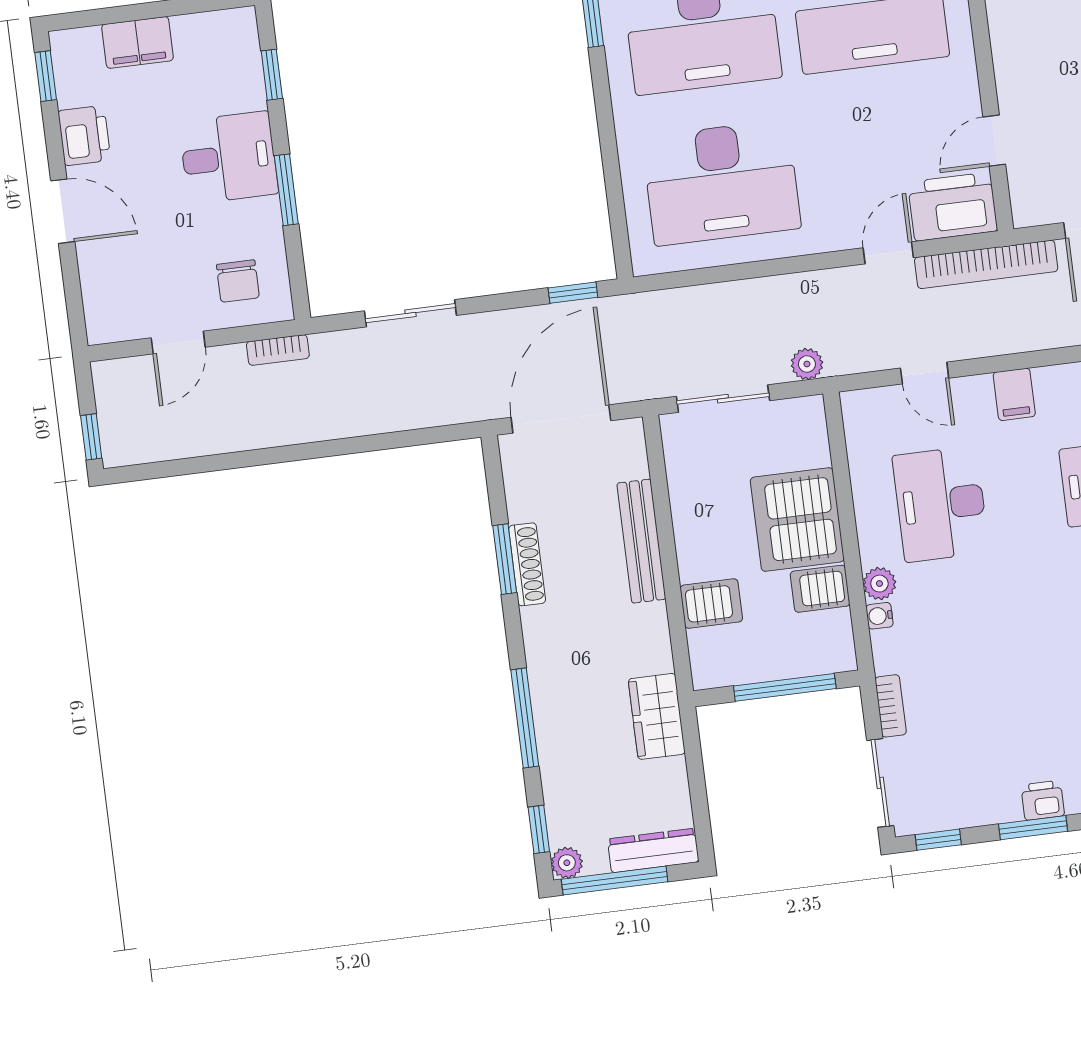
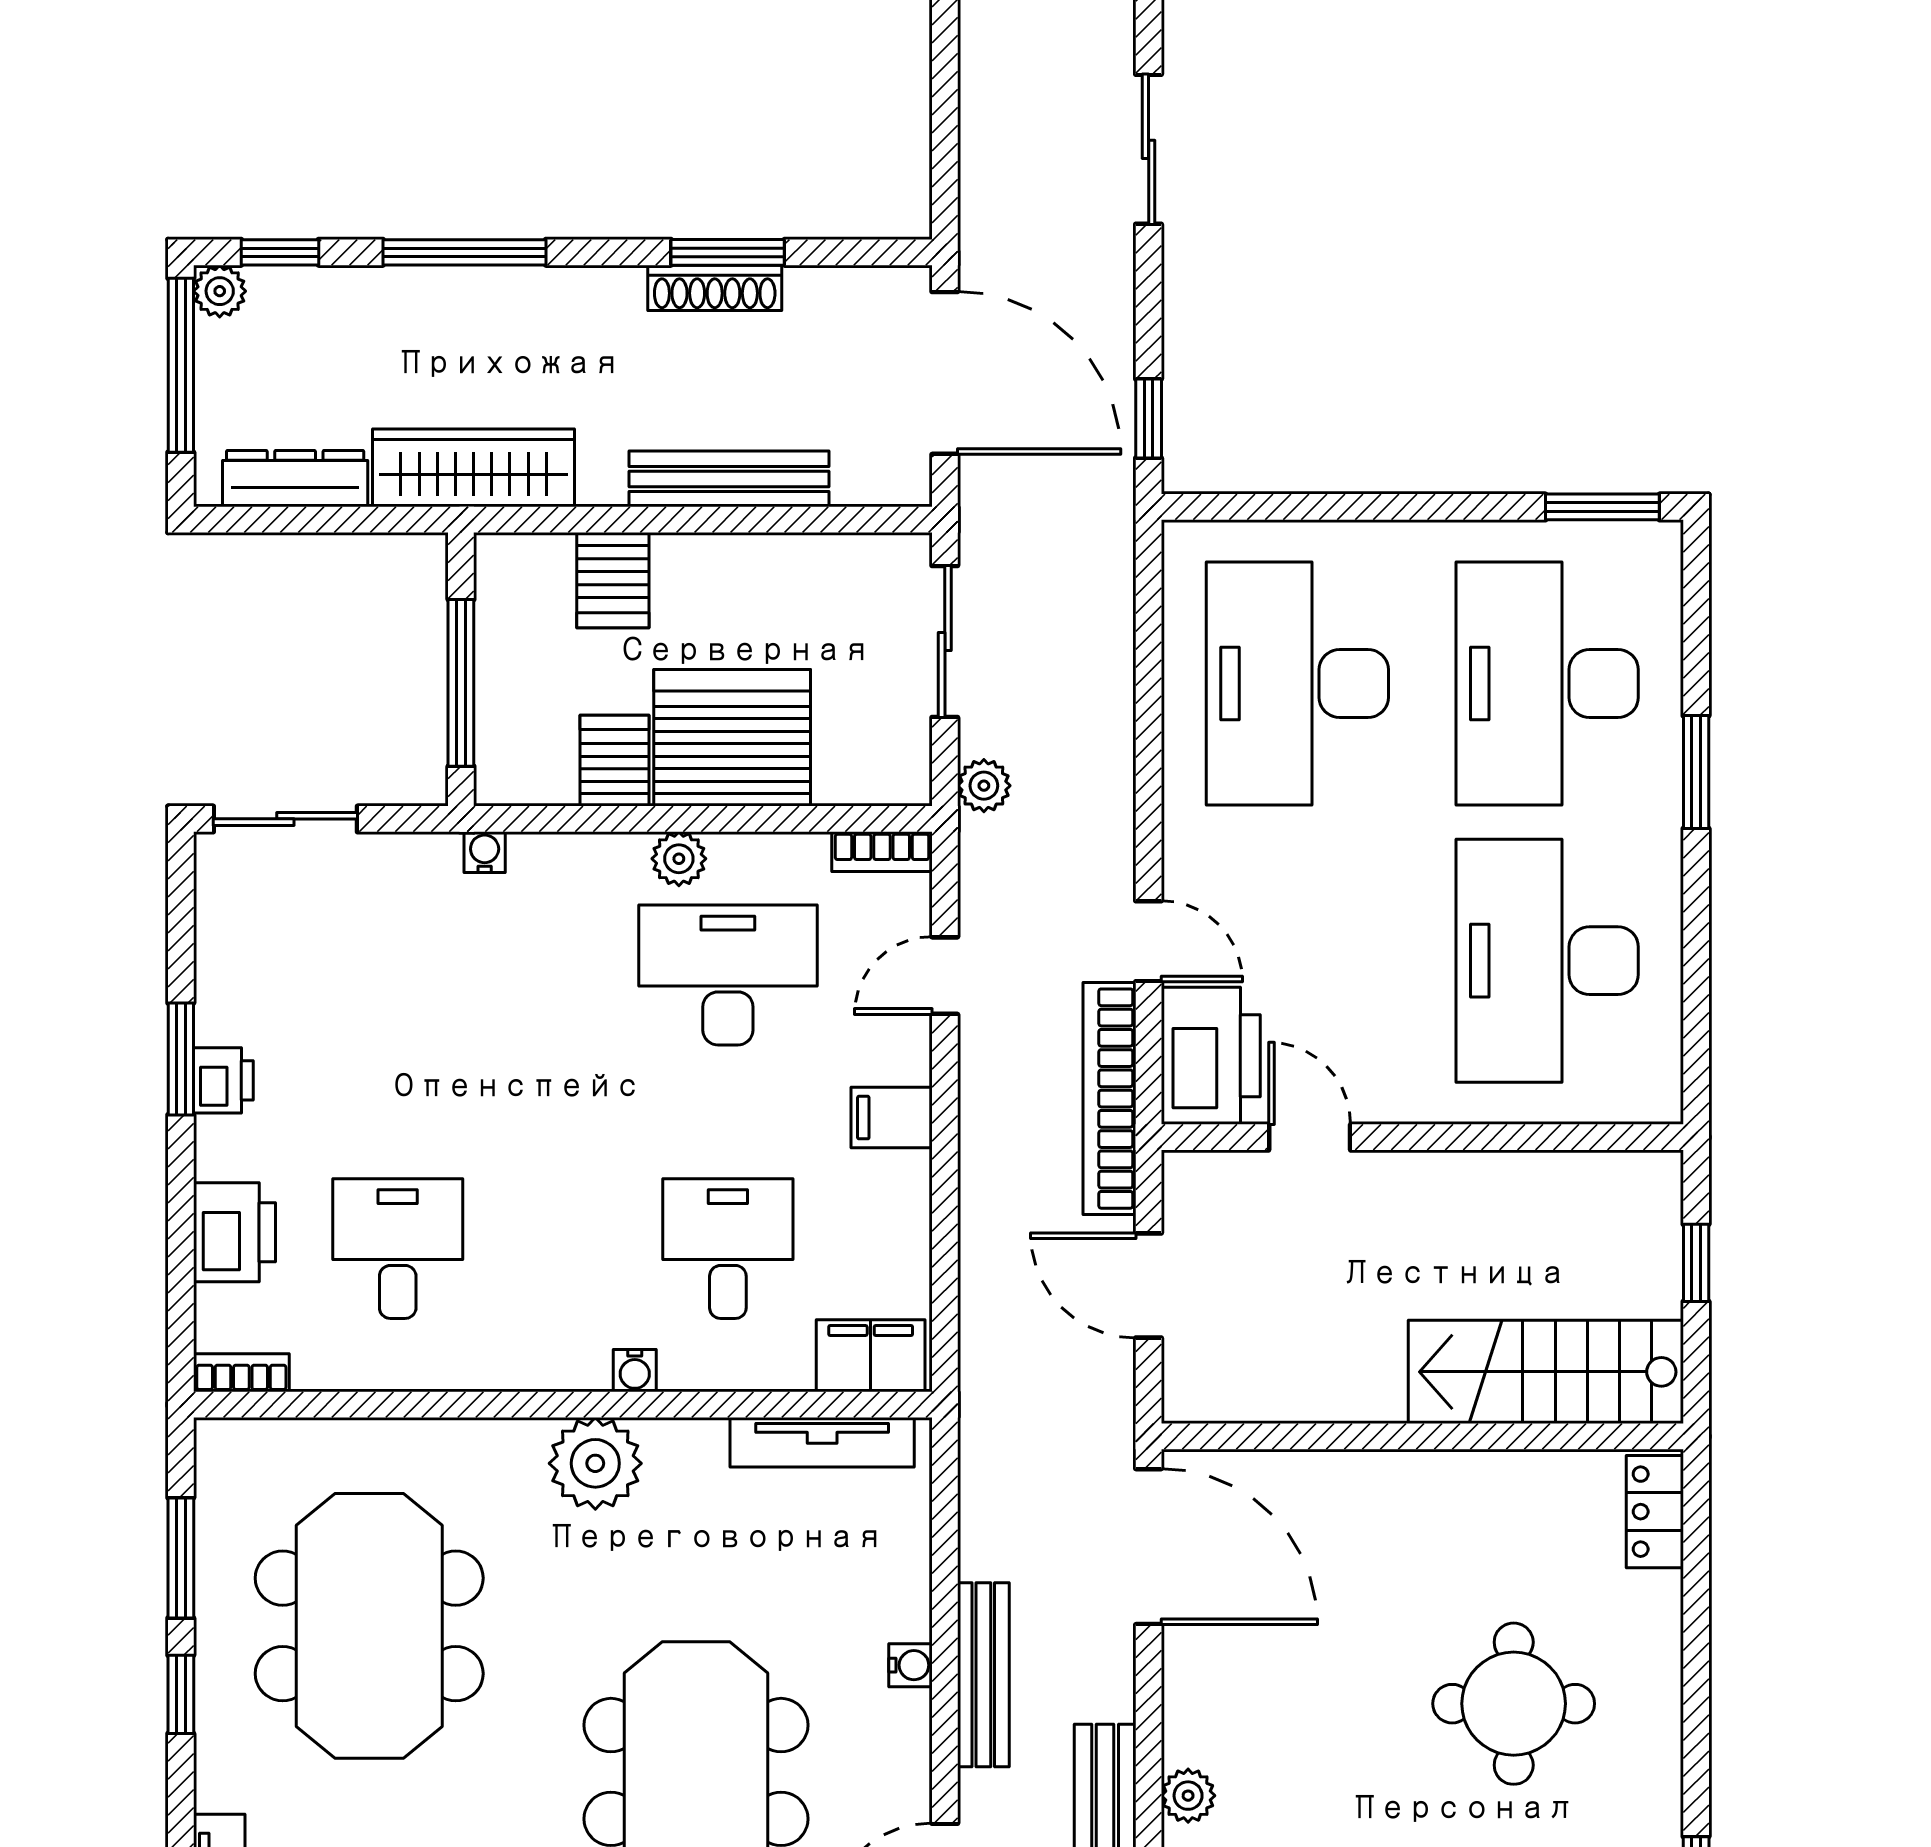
plant: (879, 584) -> (679, 859), moved
water cooler: (880, 616) -> (485, 852), moved
bookcase: (891, 706) -> (882, 852), moved
wardrobe: (657, 716) -> (474, 468), width x1.50
window: (938, 840) -> (181, 902), removed
dresser: (653, 850) -> (295, 479), moved, turned -90

